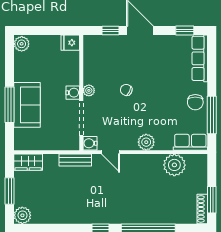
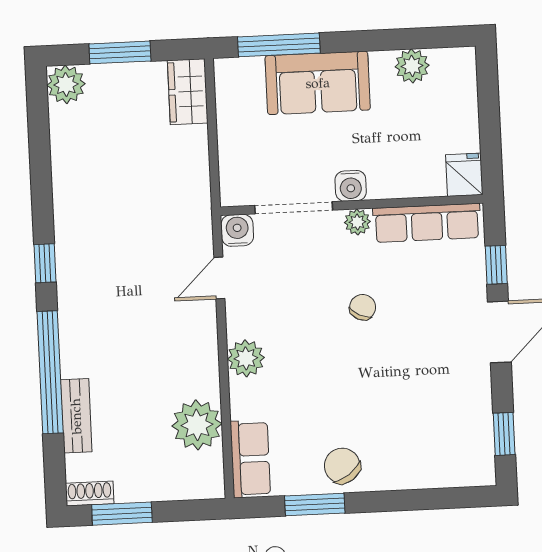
plant: (22, 44) -> (412, 66), moved
row of seats: (200, 58) -> (427, 223), moved, turned 180
chair: (195, 102) -> (342, 466), turned 54
window: (10, 105) -> (279, 45), moved
window: (212, 115) -> (315, 505), width x0.69
bench: (75, 160) -> (76, 416), moved
shoe rack: (202, 209) -> (90, 494), width x0.70

